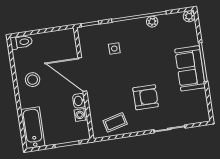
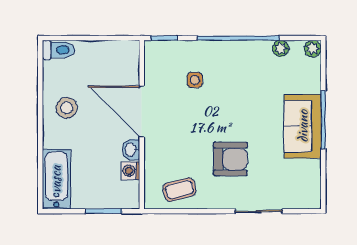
plant: (152, 22) -> (281, 48), moved

